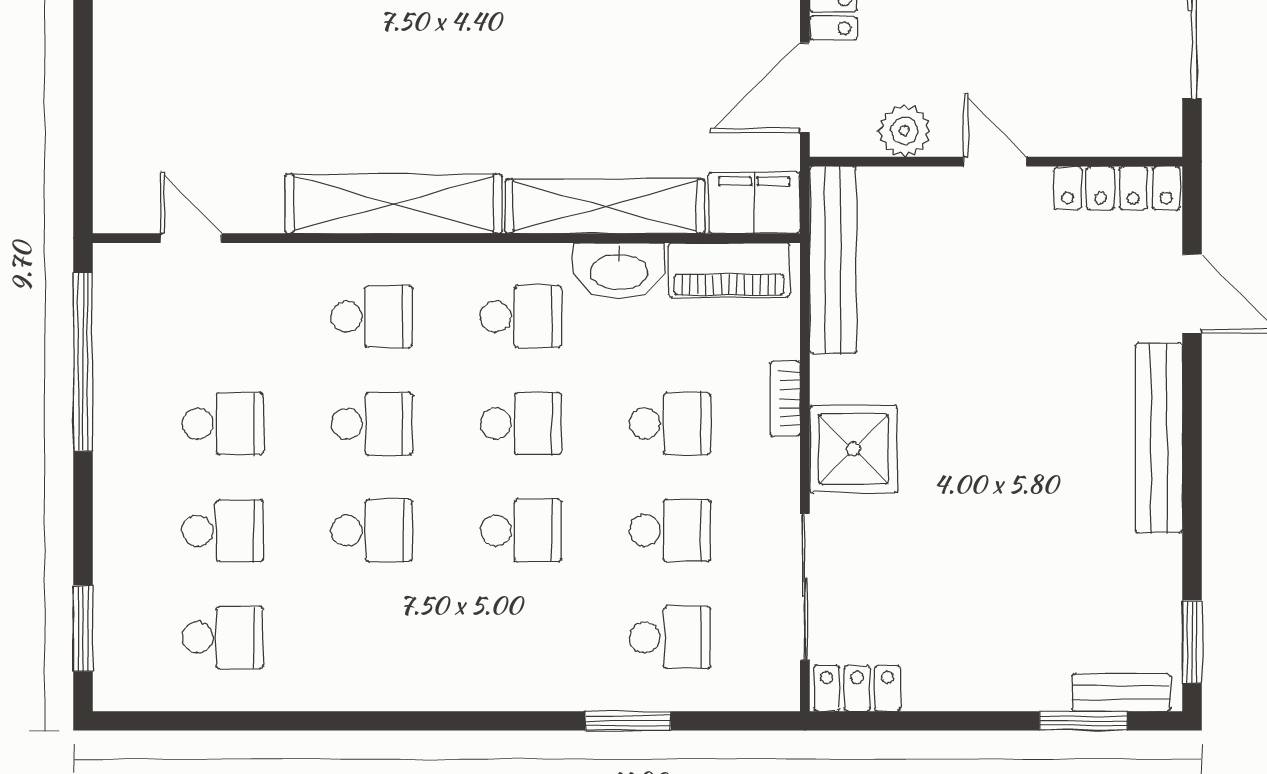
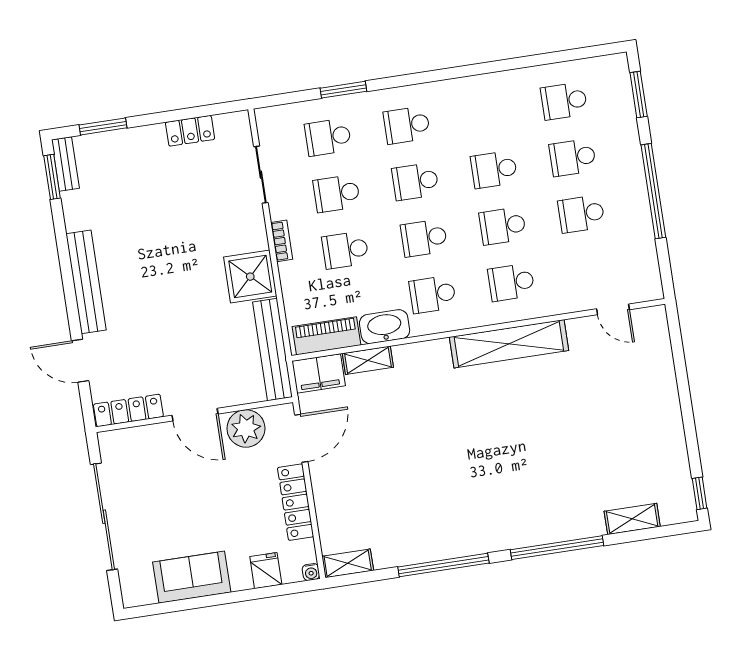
plant: (904, 131) -> (246, 428), width x1.36, depth x1.36
door: (995, 162) -> (195, 415), width x1.38
shelving: (605, 206) -> (368, 360), width x0.45, depth x0.75
window: (83, 362) -> (653, 191), moved
bookcase: (785, 399) -> (282, 241), moved
shower: (853, 449) -> (250, 277), moved
sliding door: (805, 587) -> (261, 175), width x0.73
school desk: (521, 637) -> (407, 125), added
locker: (857, 688) -> (190, 131), moved
bench: (1121, 693) -> (65, 164), moved, turned 90

